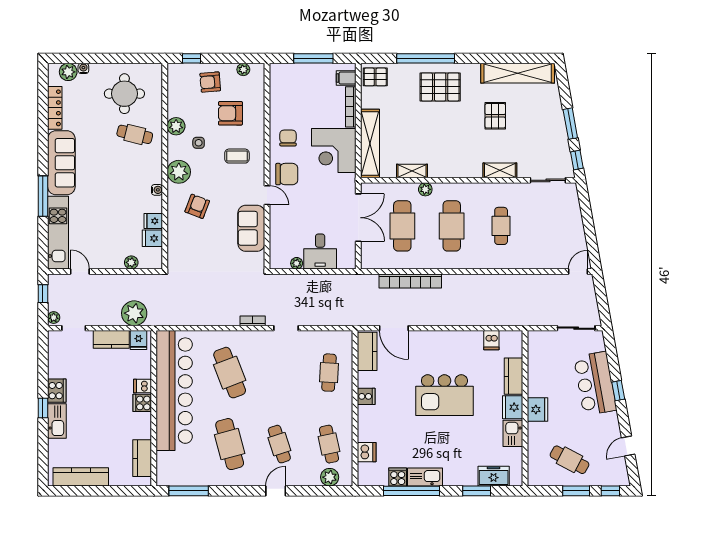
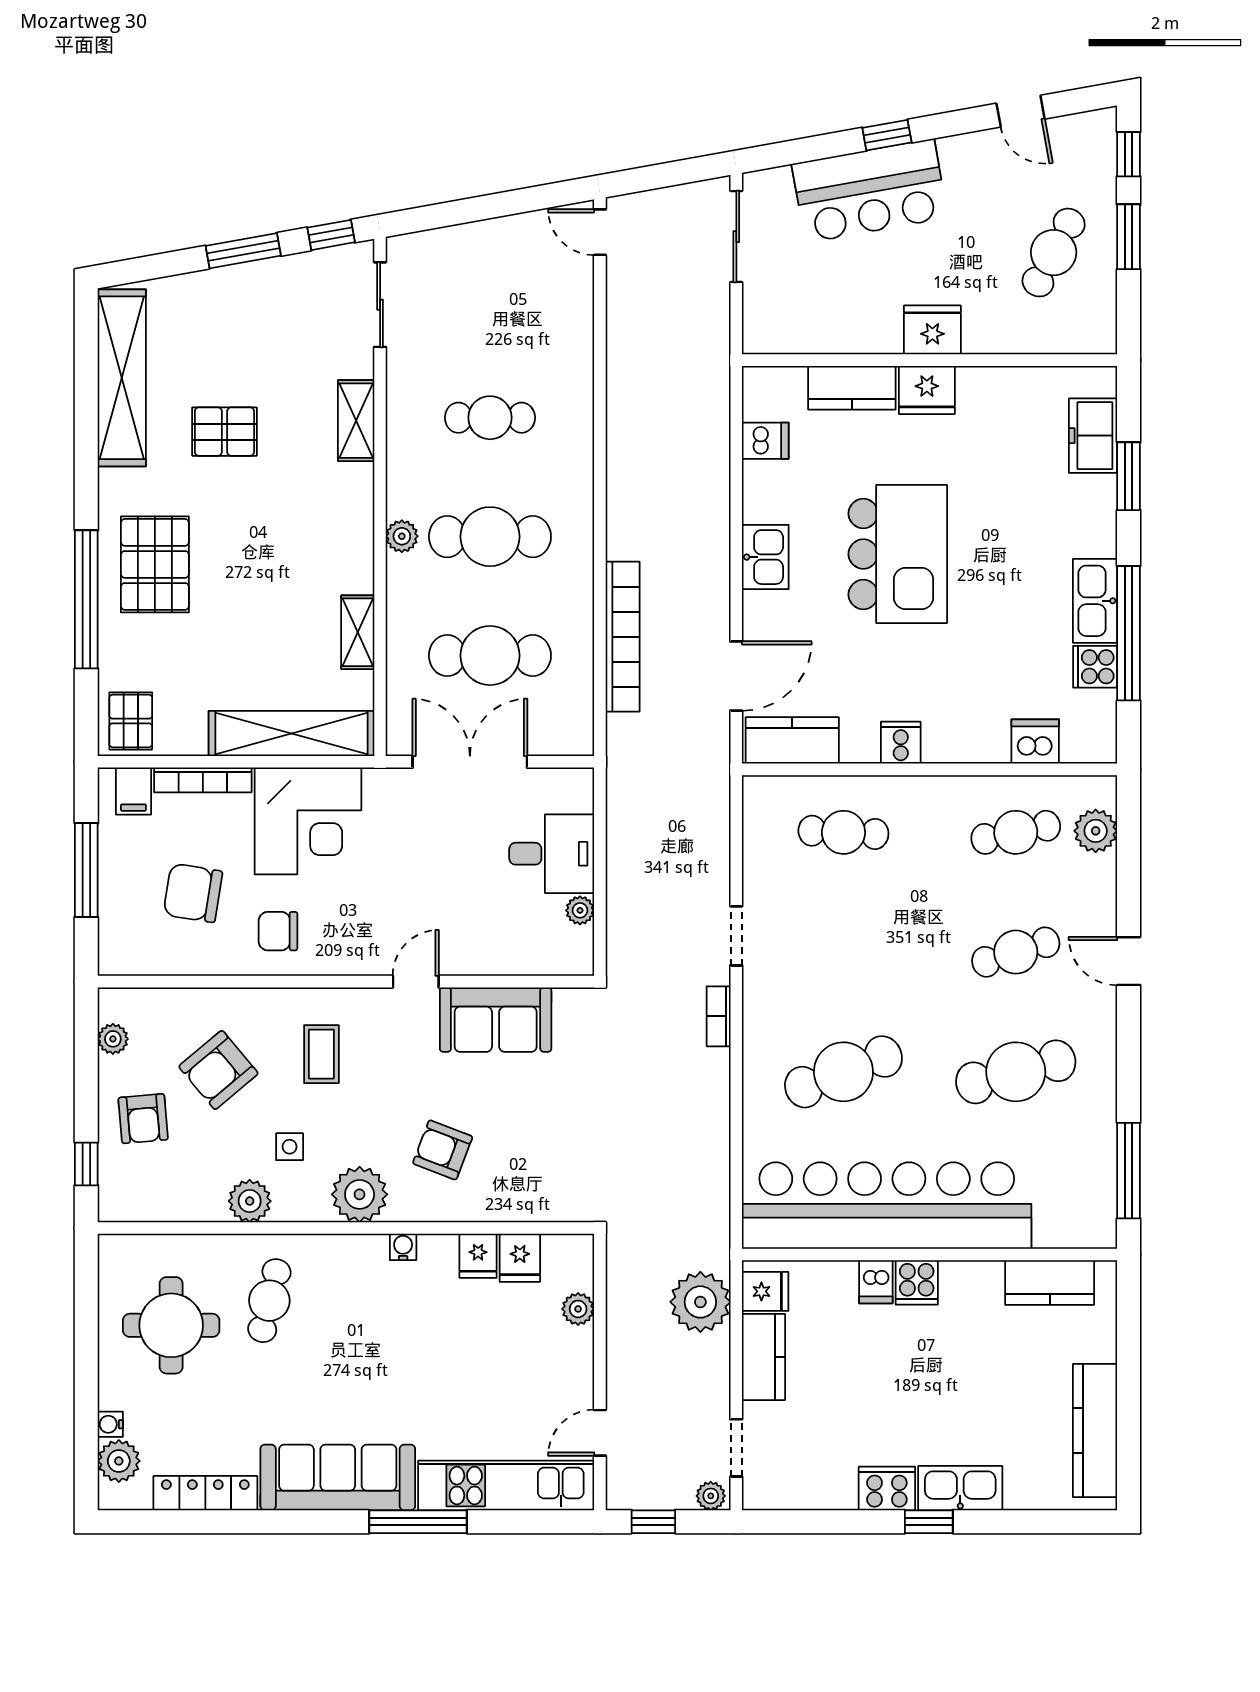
armchair: (230, 113) -> (218, 1070), turned 50
chair: (287, 174) -> (193, 893), moved, turned -81
plant: (425, 189) -> (402, 536), moved
kitchen sink: (513, 433) -> (765, 557), moved, turned -90

